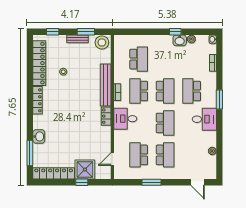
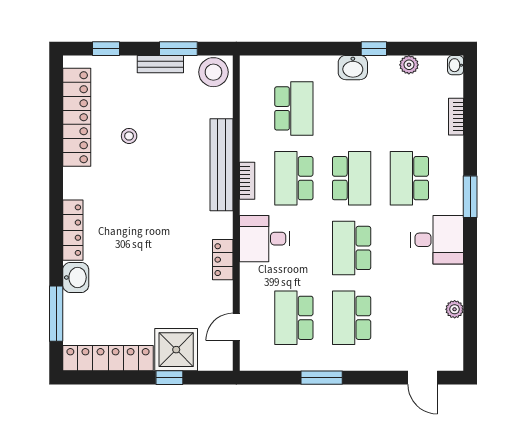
washbasin: (180, 40) -> (353, 68), moved
locker: (38, 100) -> (73, 230), moved
locker: (106, 116) -> (223, 260), moved
school desk: (165, 123) -> (352, 248), turned 180
school desk: (165, 155) -> (352, 318), turned 180

